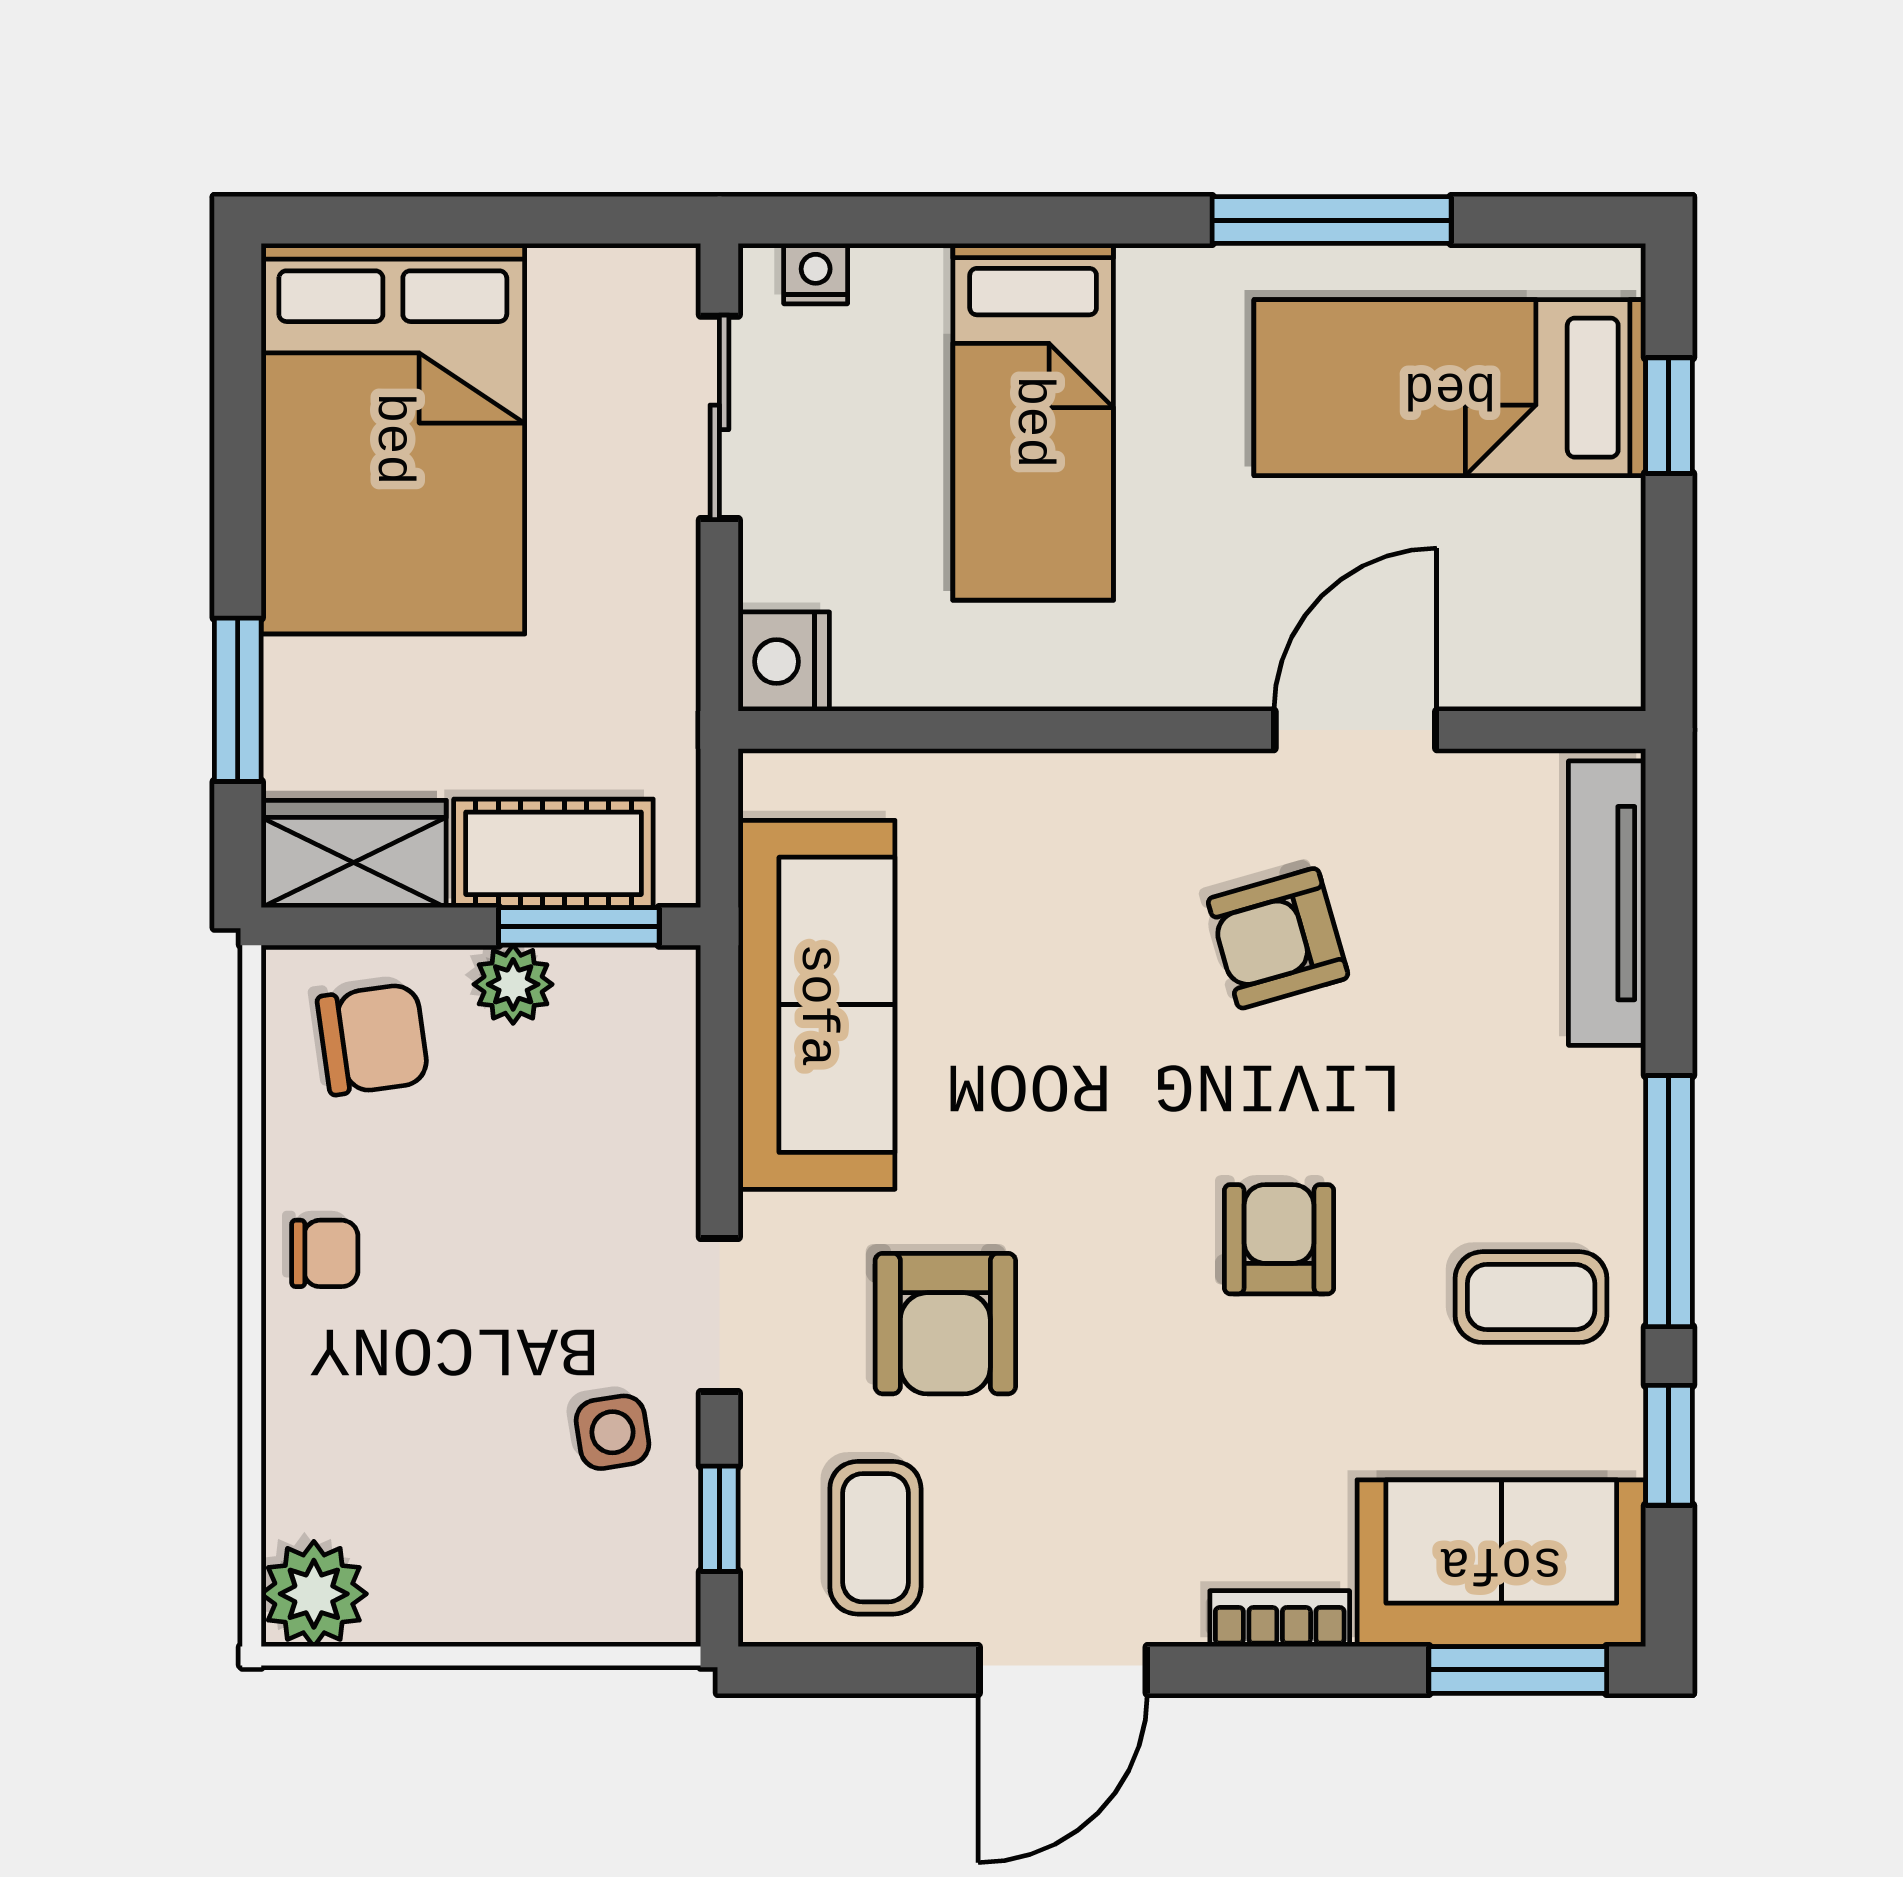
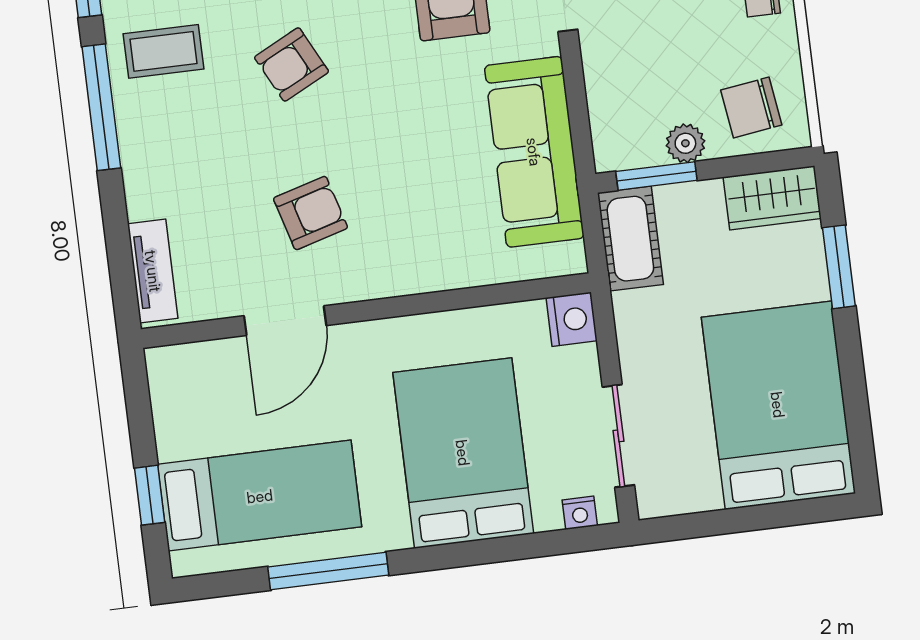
bed: (1033, 422) -> (463, 453), width x1.50
cot: (553, 853) -> (630, 239), moved, turned 90
tv unit: (1607, 903) -> (153, 271), width x0.71
armchair: (1279, 1239) -> (292, 64), turned 63

